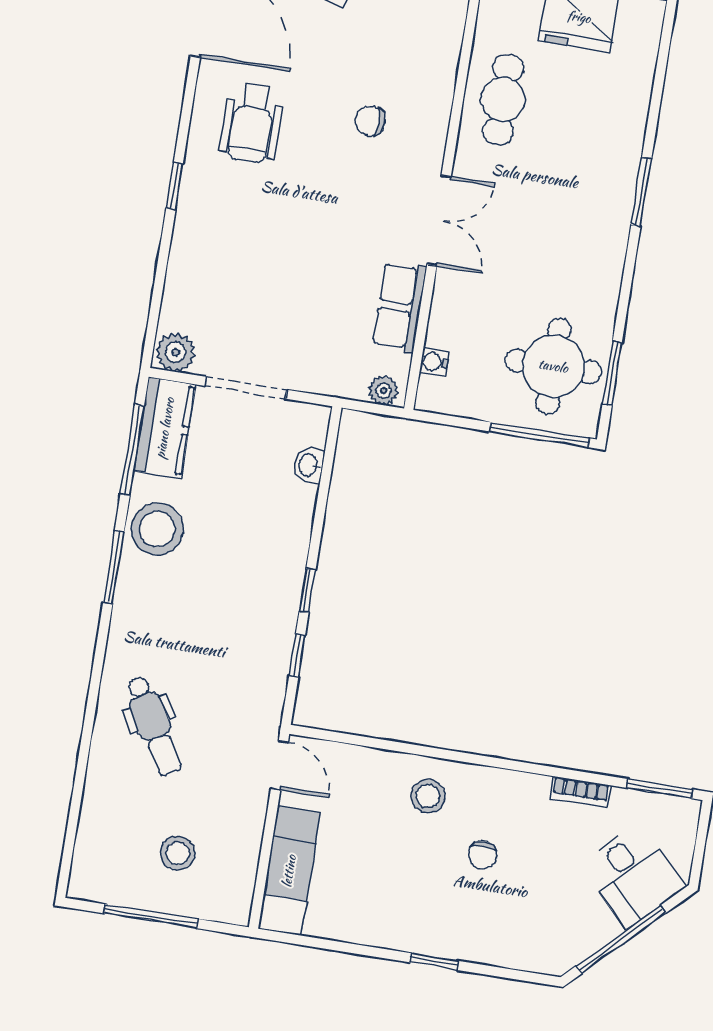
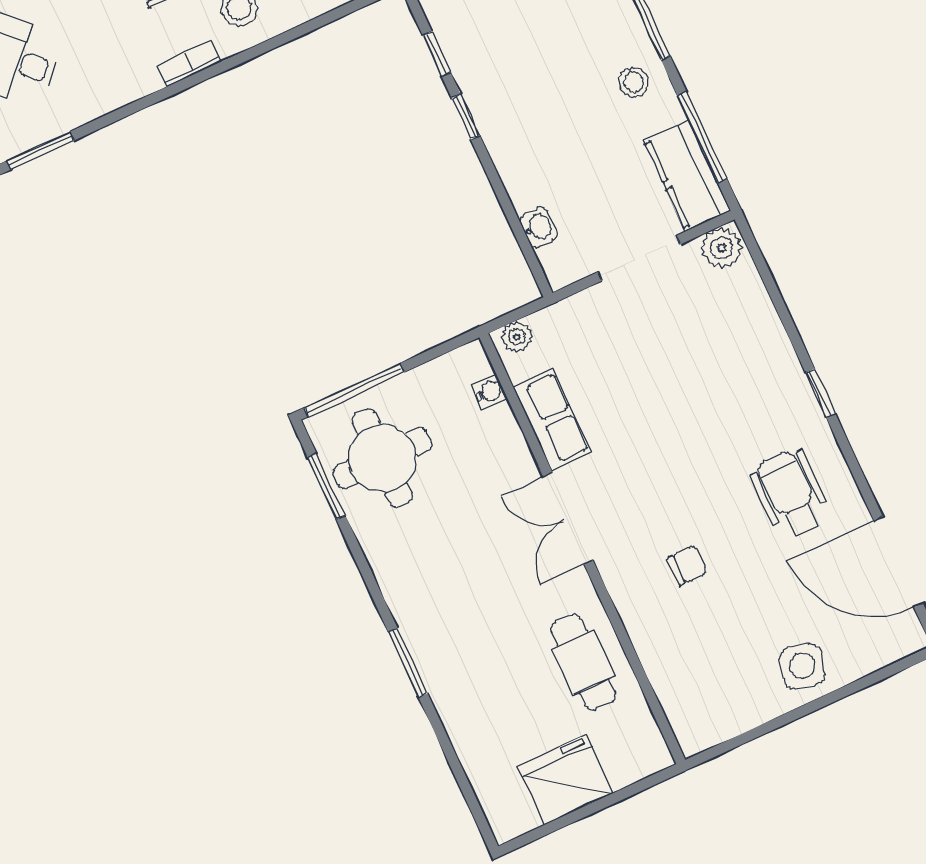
stool: (157, 529) -> (634, 82), width x0.53, depth x0.53
bookcase: (581, 792) -> (189, 63), moved

